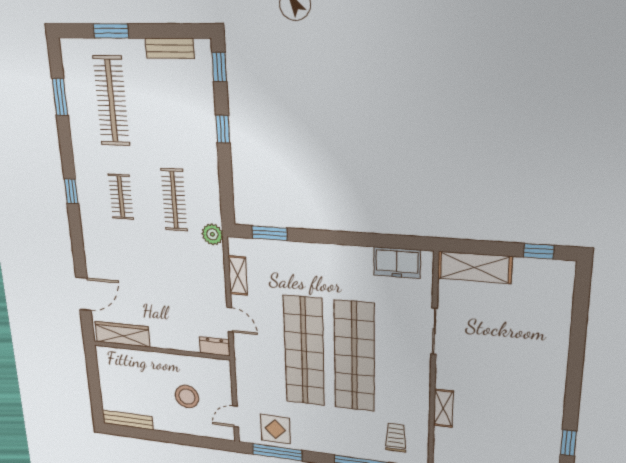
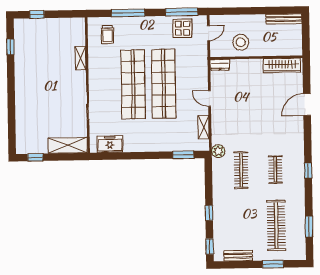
wardrobe: (122, 334) -> (282, 65), moved
dresser: (215, 346) -> (220, 65), moved
wall: (161, 350) -> (256, 57), moved

